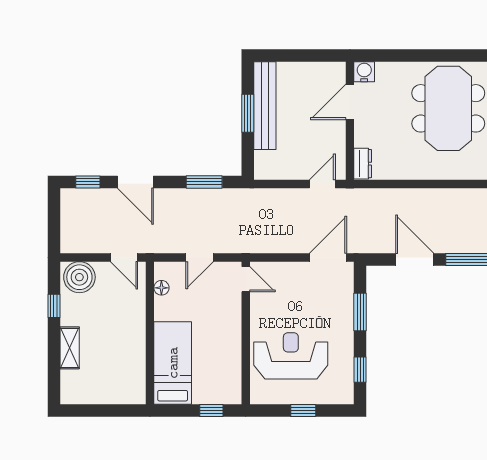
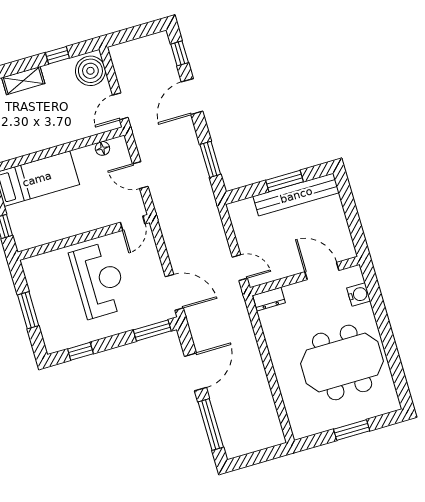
water cooler: (364, 72) -> (359, 295), moved
window: (360, 312) -> (152, 330), moved
reception desk: (291, 356) -> (99, 280), moved
window: (303, 410) -> (28, 310), width x1.50

